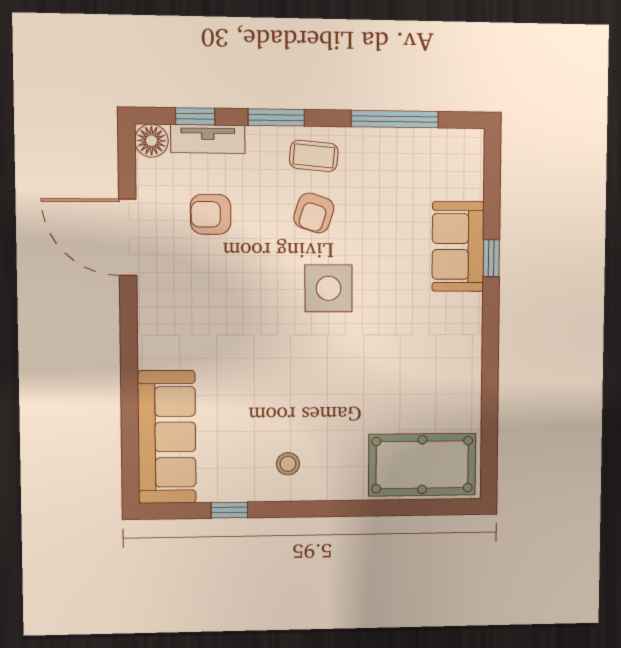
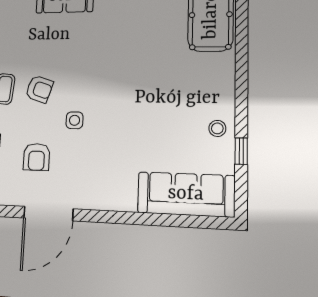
side table: (328, 288) -> (75, 120), moved, width x0.54, depth x0.54
stool: (288, 464) -> (217, 128), moved

